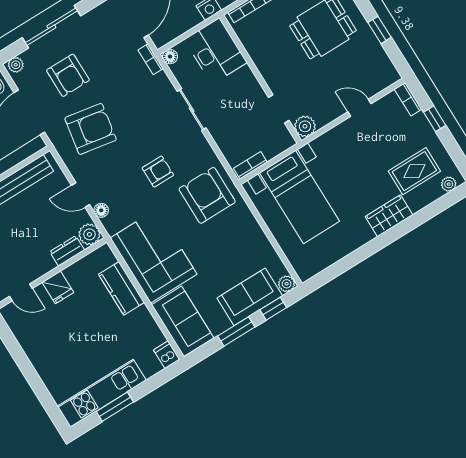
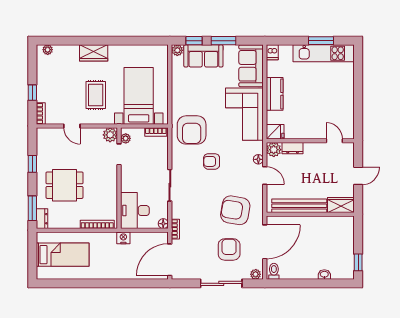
plant: (283, 134) -> (126, 138), added
rug: (414, 171) -> (96, 95), moved, turned 90
fridge: (58, 287) -> (275, 132), moved, turned 90
kitchen counter: (121, 288) -> (275, 94), moved

